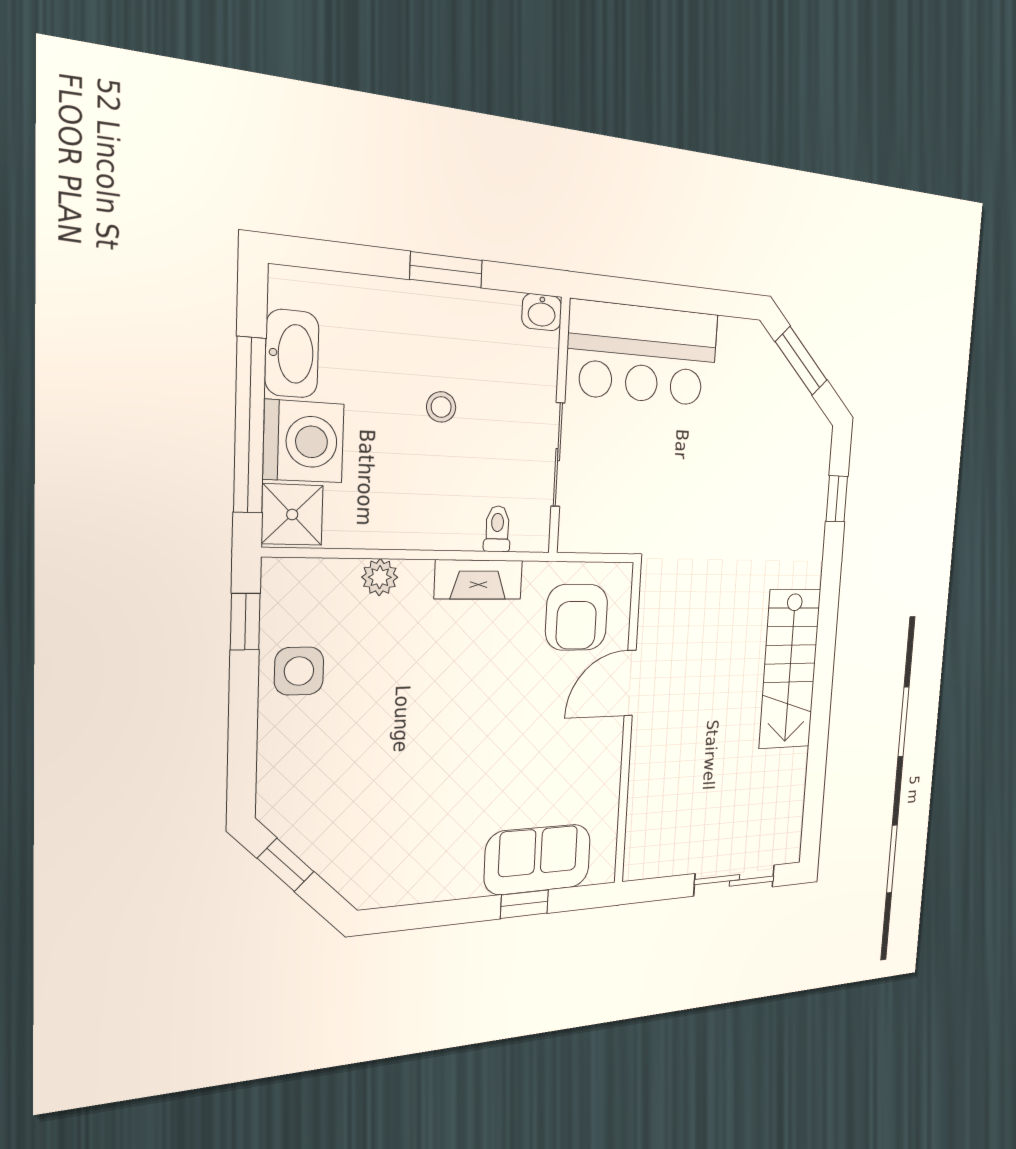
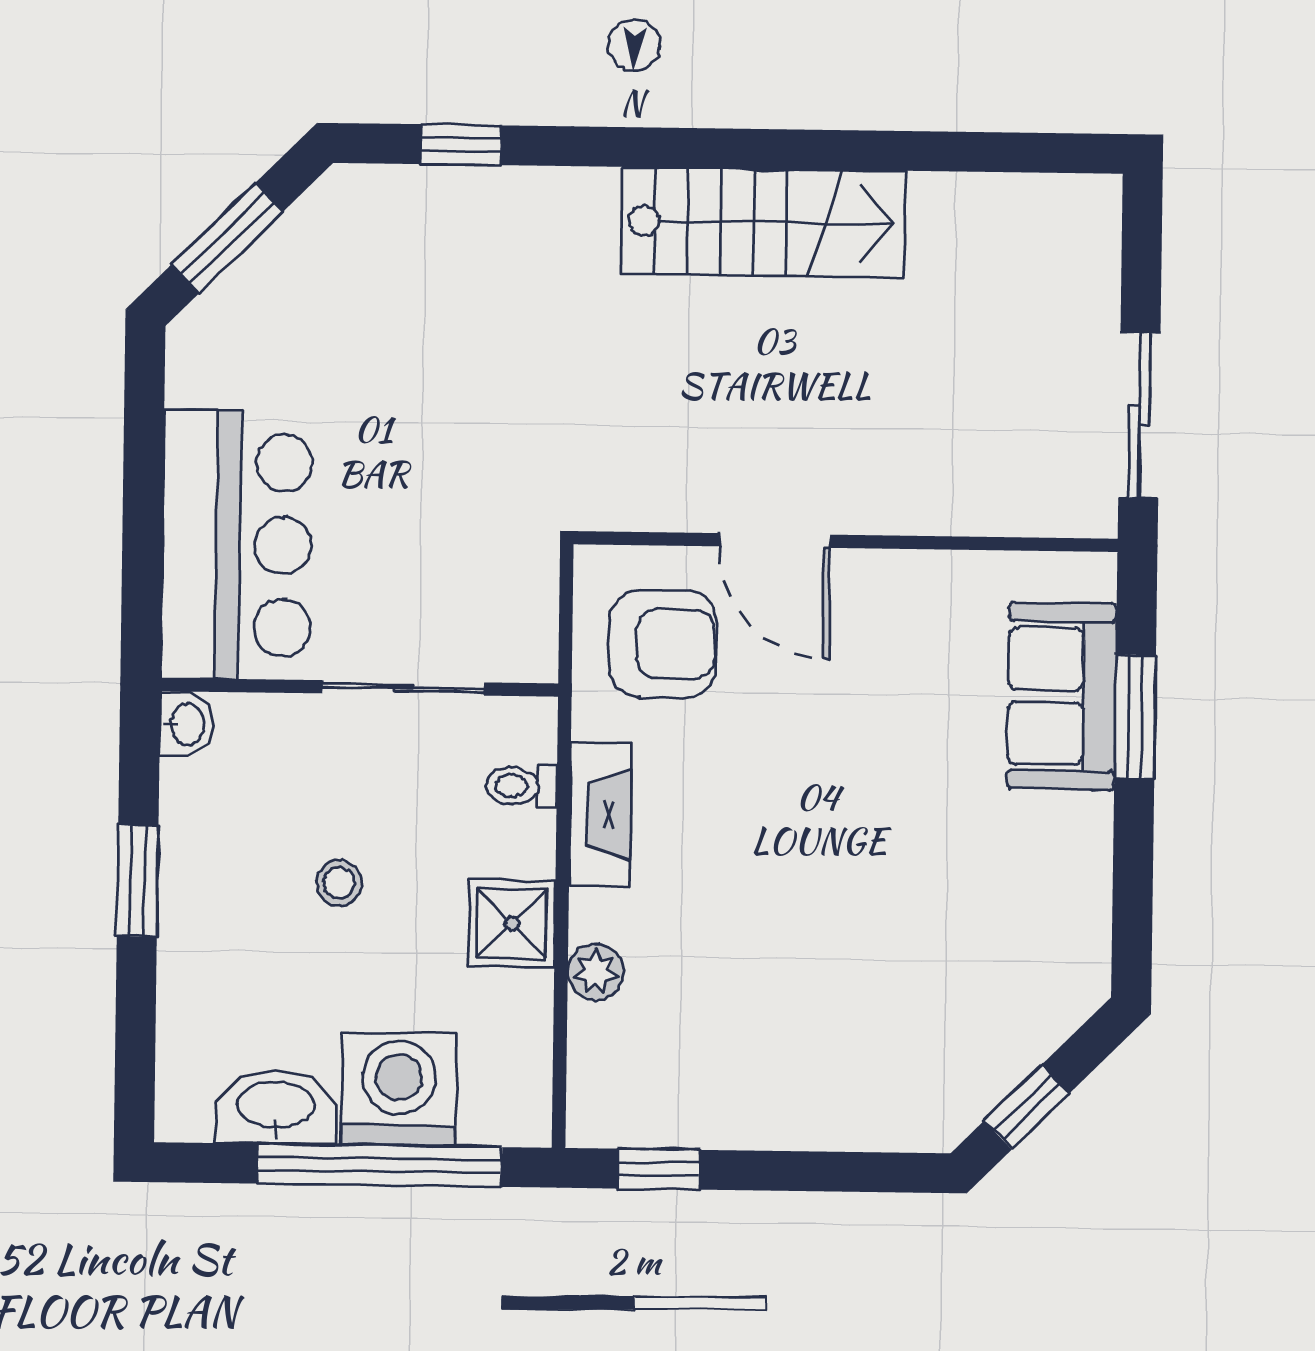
shower: (292, 515) -> (512, 923), moved
side table: (299, 671) -> (734, 1091), removed
sliding door: (734, 880) -> (1139, 415), moved
window: (524, 904) -> (1135, 717), width x1.50

